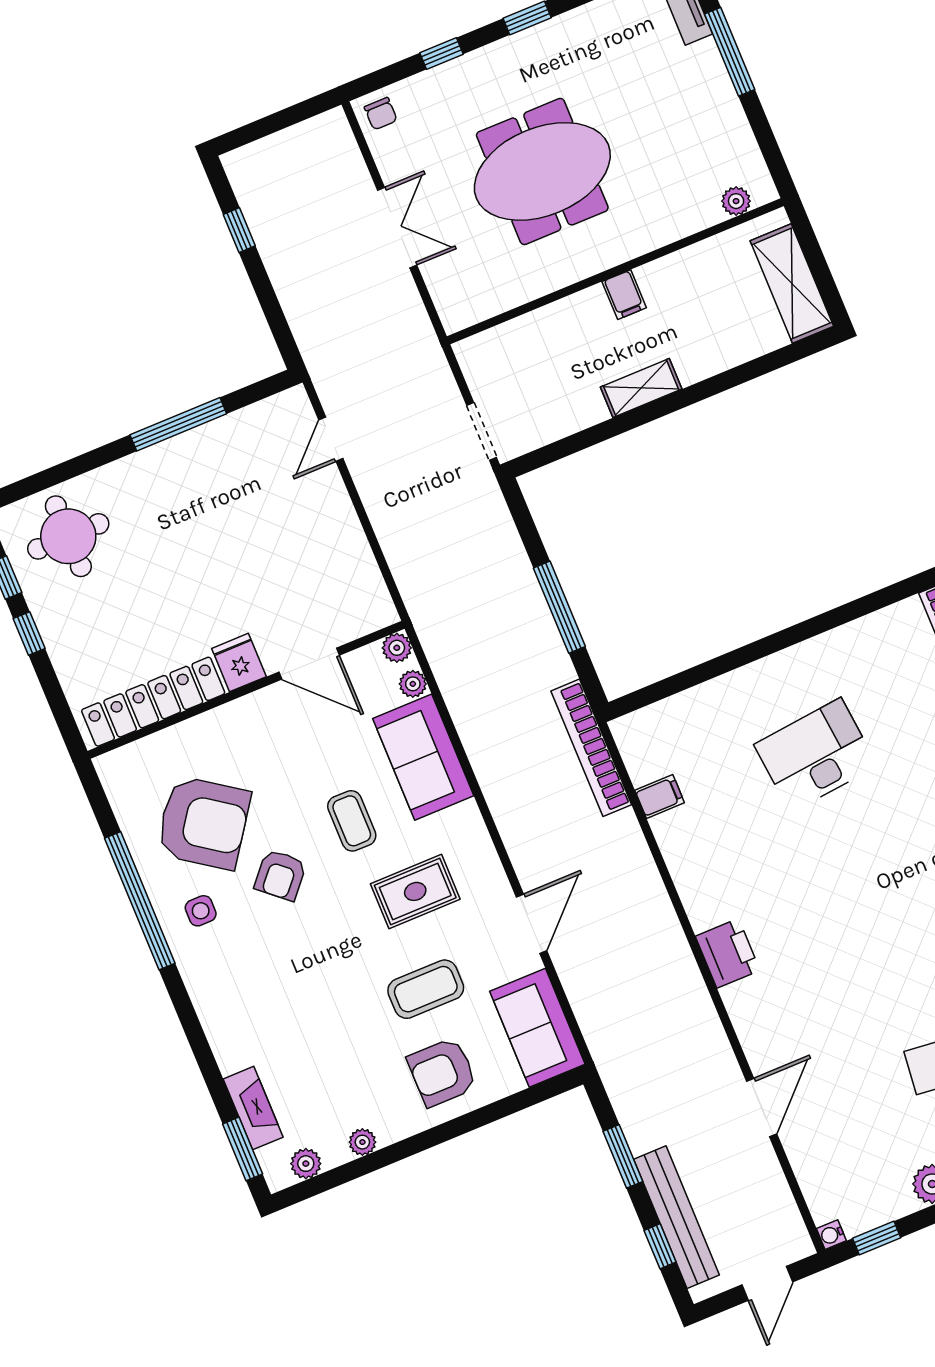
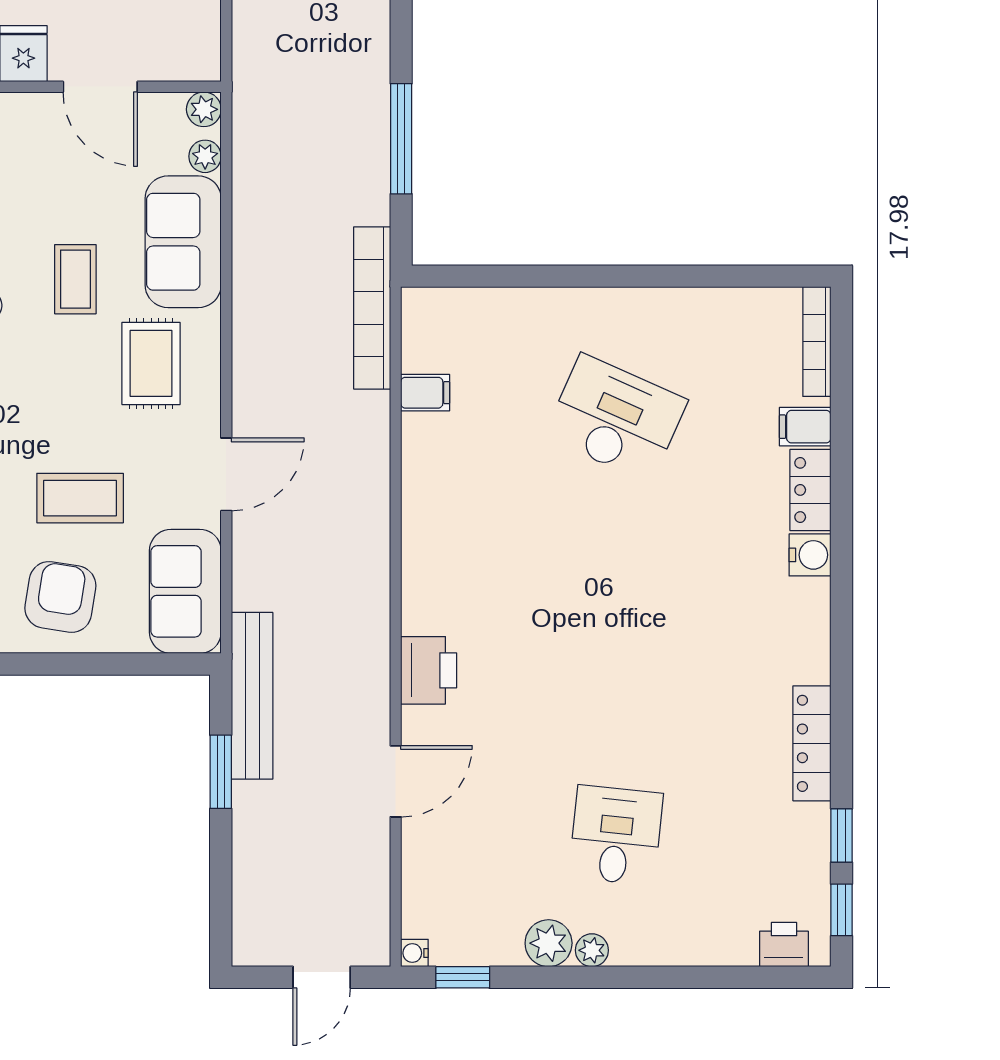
desk: (816, 755) -> (616, 418), turned 30
rug: (415, 891) -> (151, 363), moved, turned 90
printer: (728, 953) -> (429, 670), moved
armchair: (442, 1072) -> (60, 597), turned 99
bench: (677, 1217) -> (252, 696), moved
window: (660, 1246) -> (221, 888), removed

